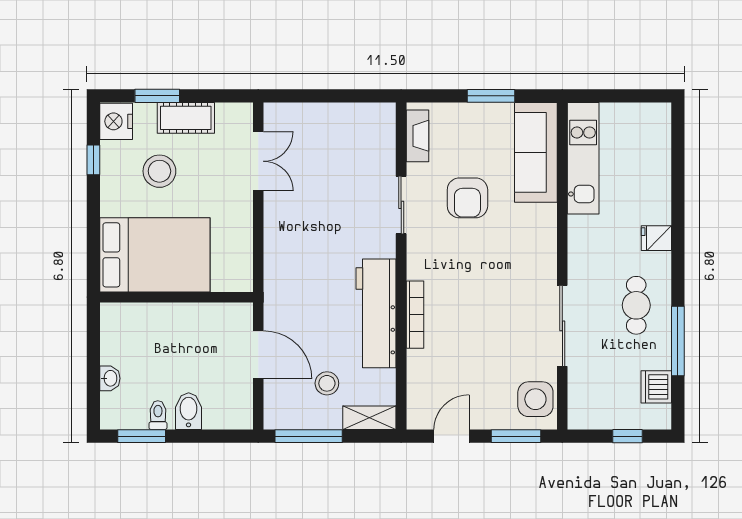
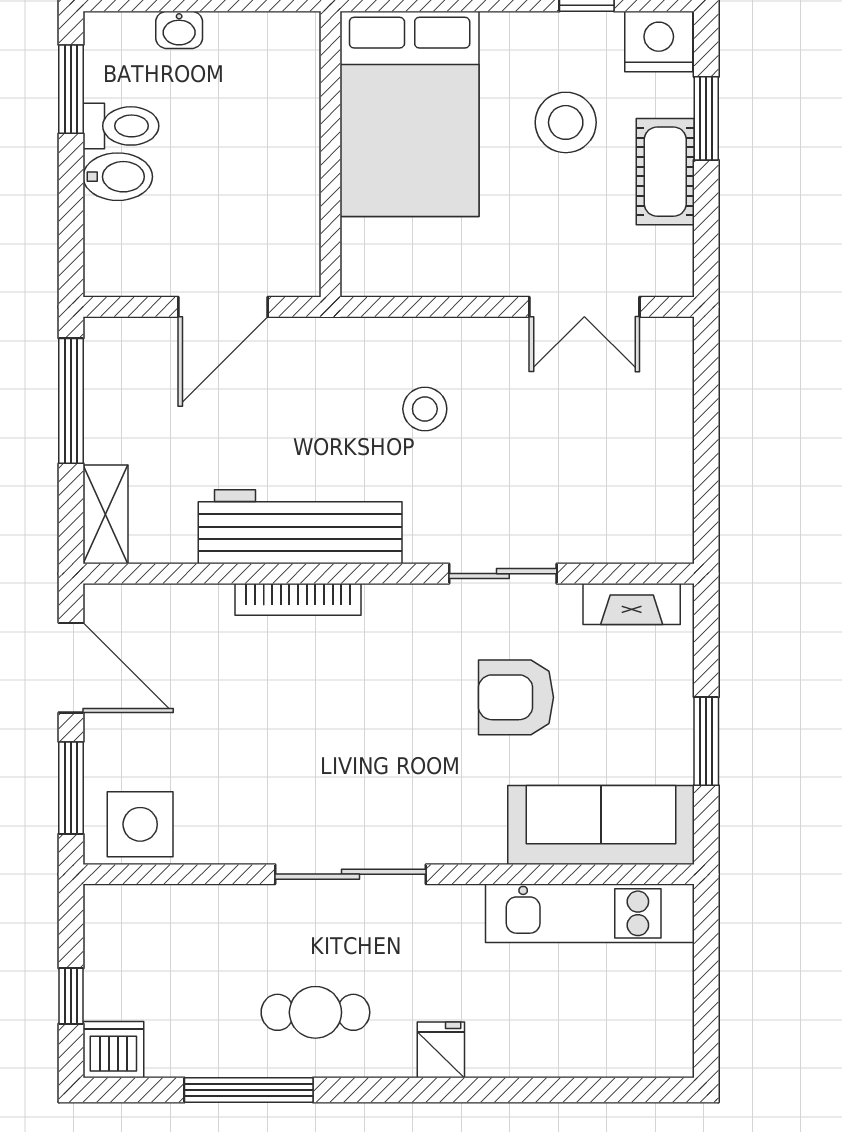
sliding door: (562, 326) -> (351, 874), moved
stool: (327, 383) -> (425, 409), moved
dishwasher: (656, 387) -> (113, 1050), moved
toilet: (158, 415) -> (121, 126), width x1.37, depth x1.39
door: (452, 436) -> (71, 668), width x1.38

